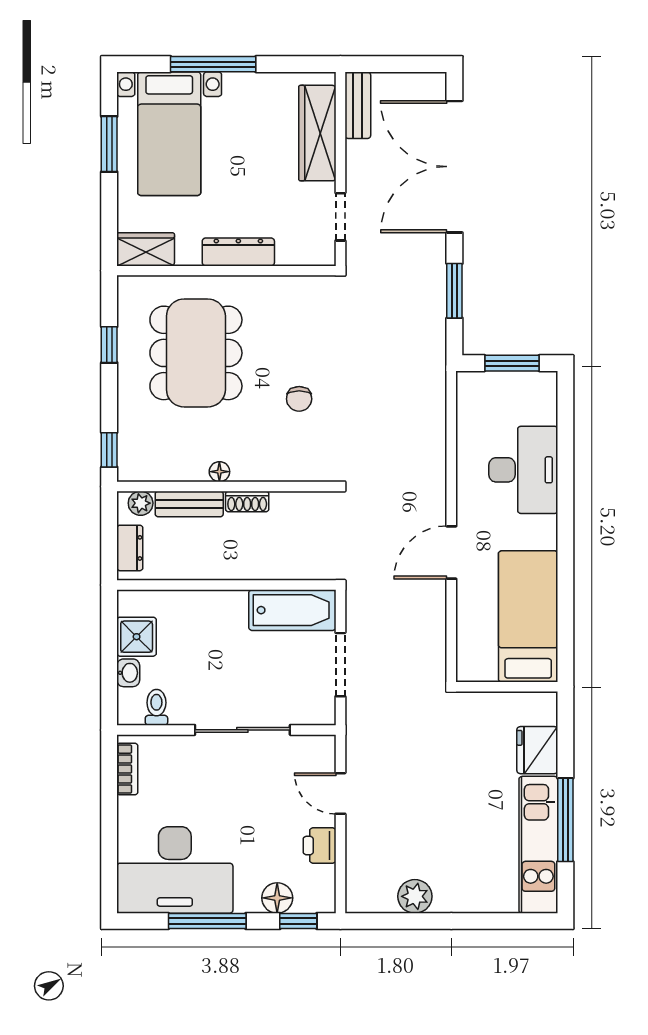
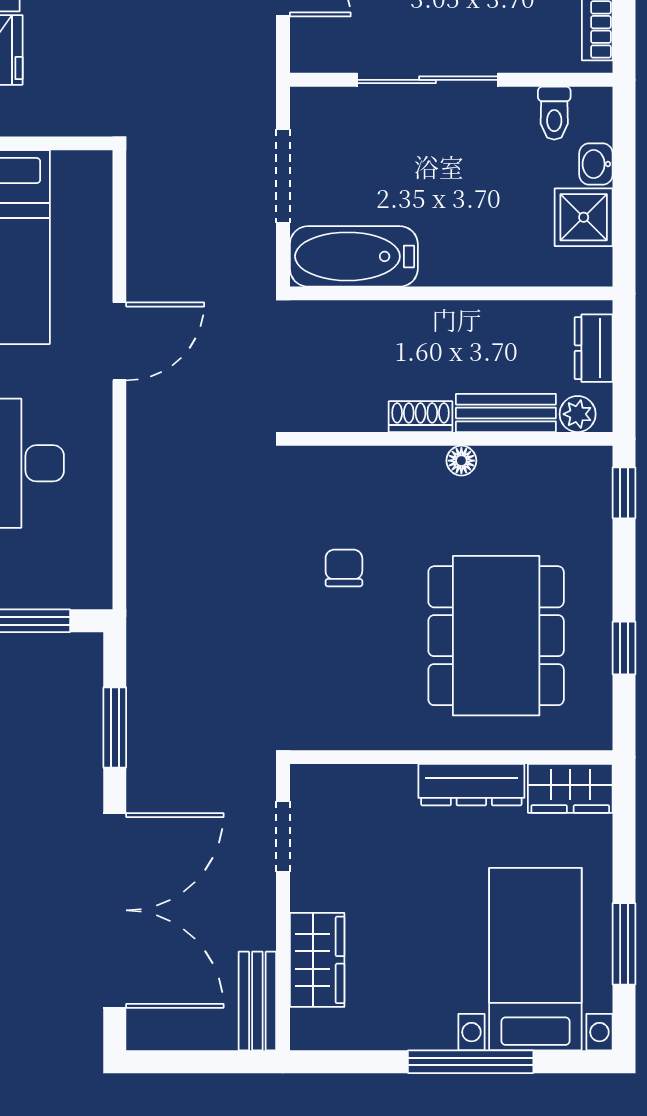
wardrobe: (317, 133) -> (317, 960), width x0.67
dresser: (238, 252) -> (471, 785), moved

